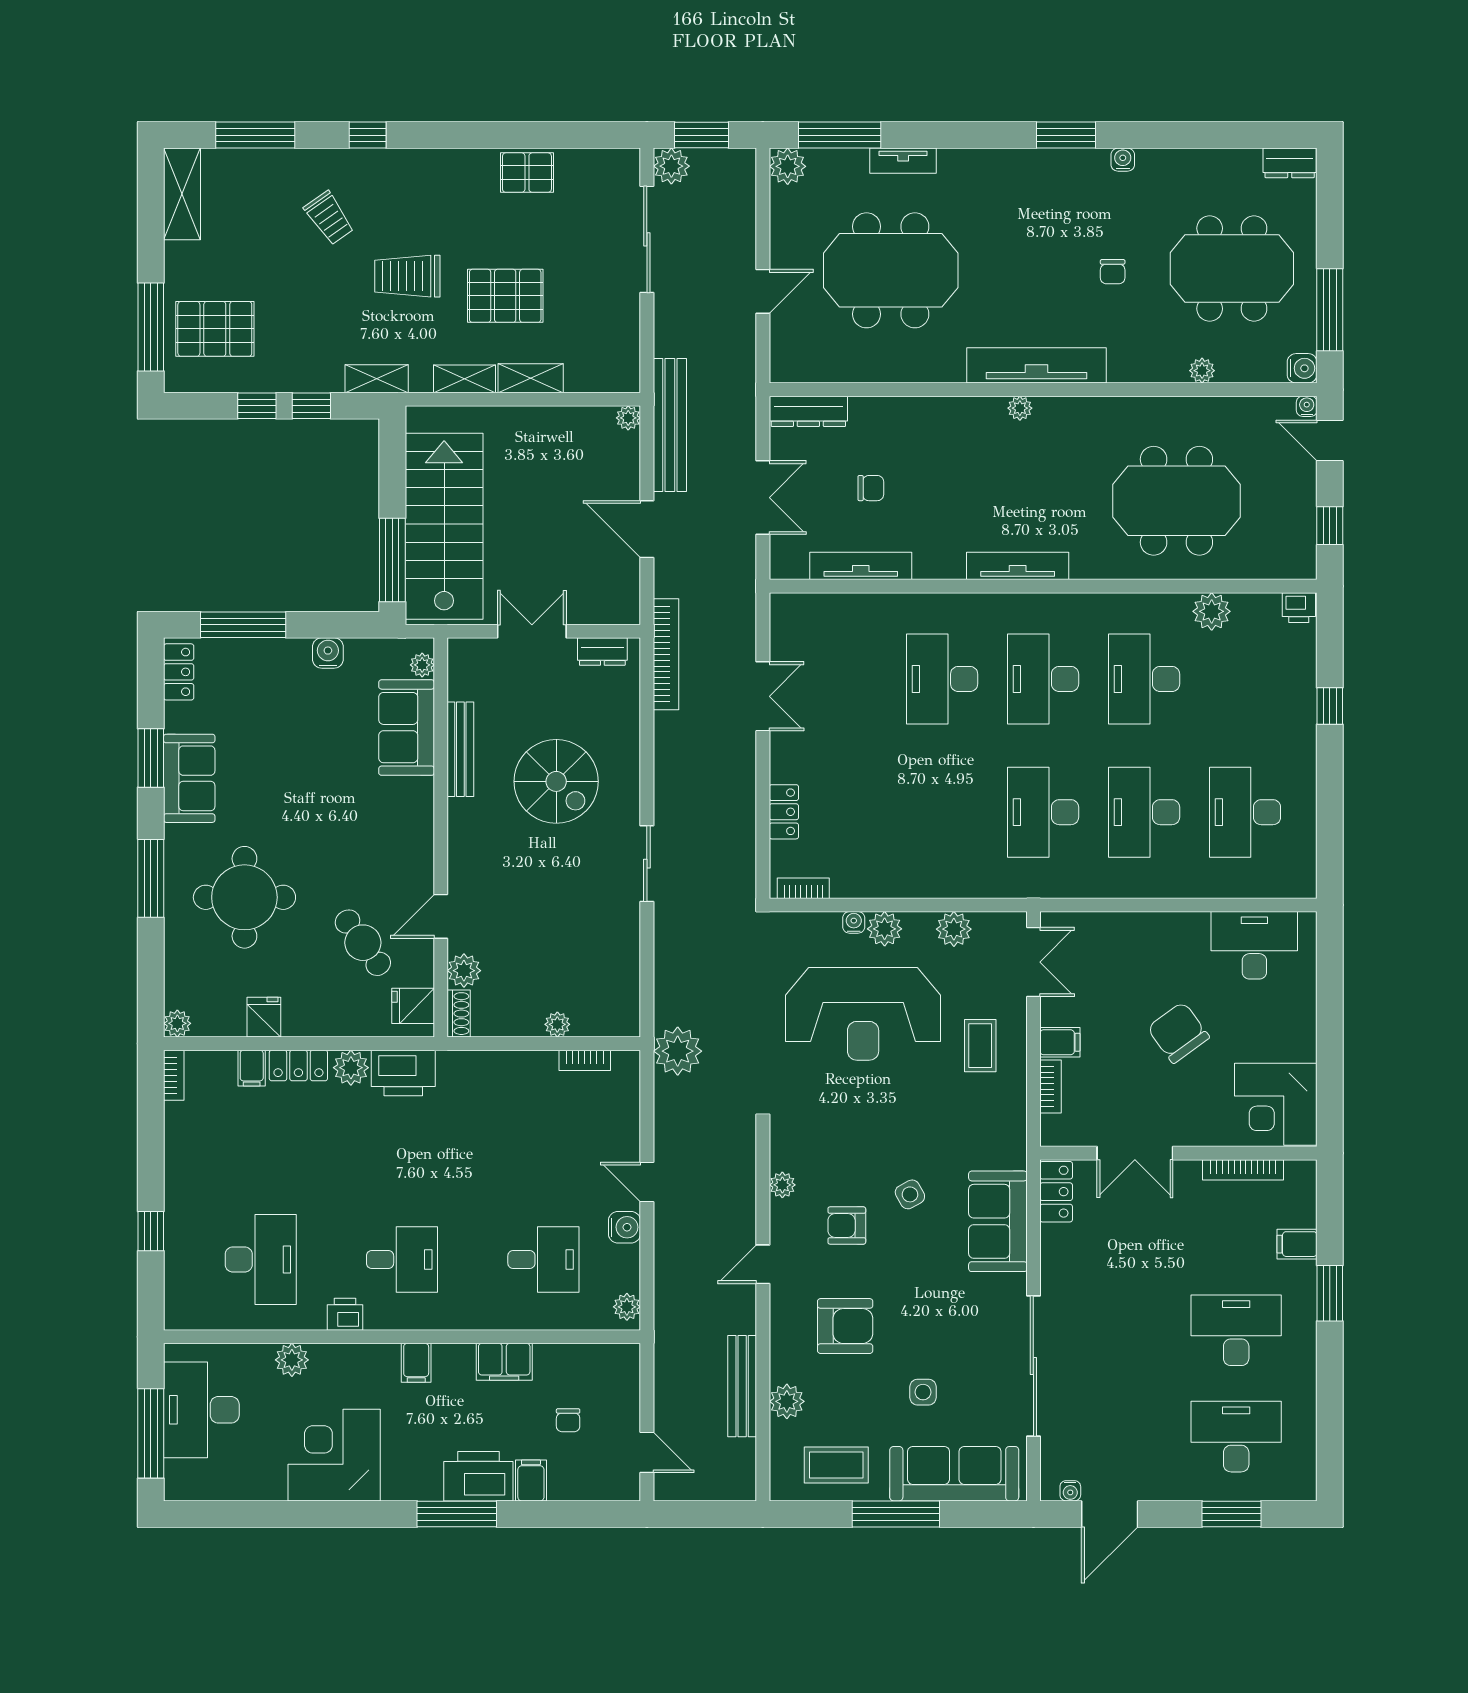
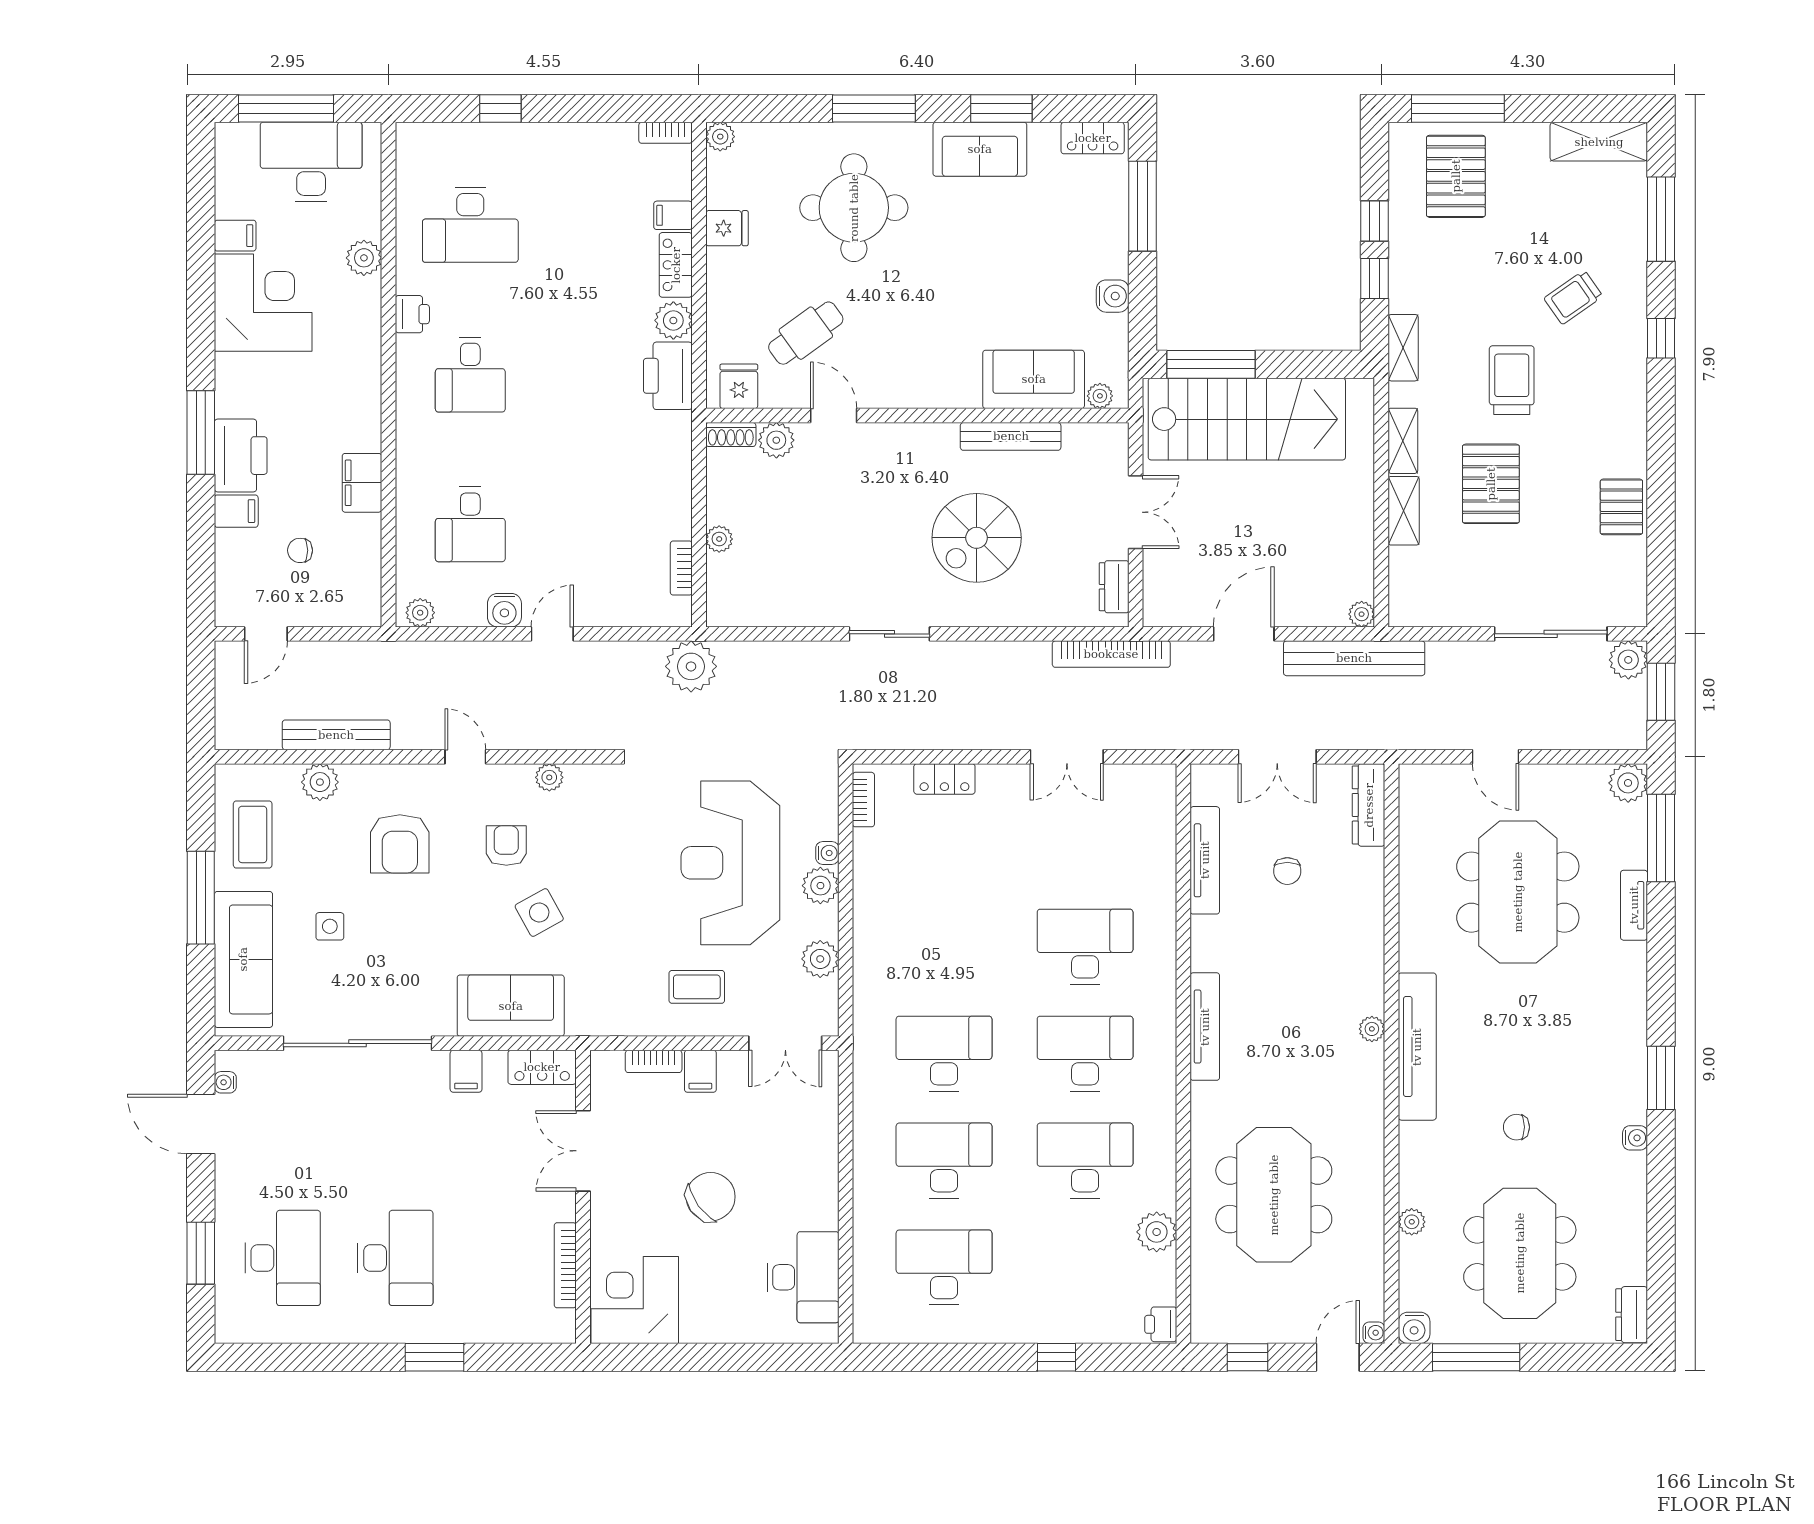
side table: (910, 1194) -> (539, 913), width x1.37, depth x1.37
filing cabinet: (1297, 1244) -> (466, 1071), moved, turned 180
filing cabinet: (416, 1363) -> (235, 236), moved, turned 180

